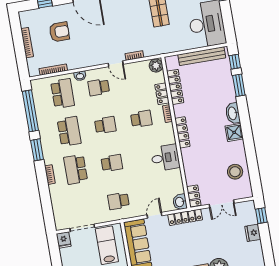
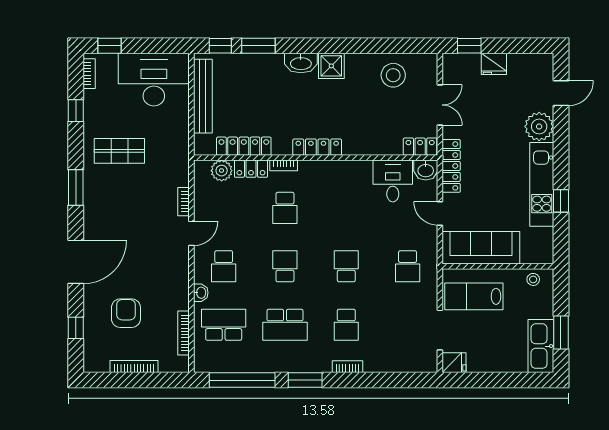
plant: (156, 66) -> (222, 171), moved
school desk: (141, 119) -> (285, 208), turned 180
school desk: (69, 131) -> (285, 325), turned 180
desk: (165, 158) -> (393, 181), moved
school desk: (76, 169) -> (346, 325), width x0.54

